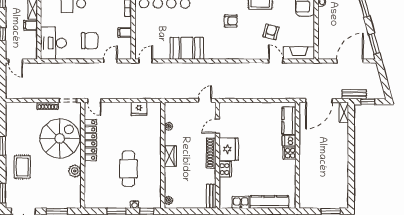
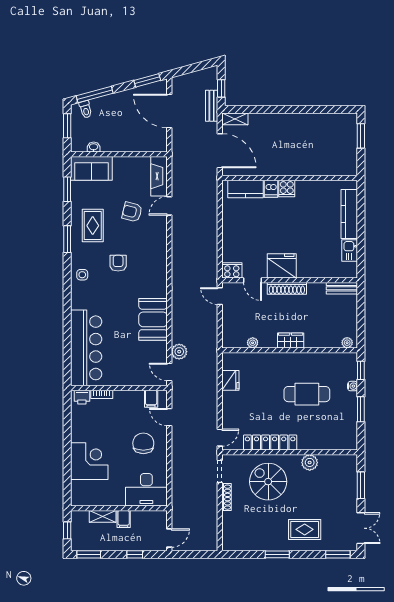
filing cabinet: (125, 32) -> (151, 399), moved
plant: (162, 69) -> (179, 352), added
spiral stairs: (60, 138) -> (268, 482), width x0.73, depth x0.73
cooker: (225, 169) -> (232, 270), moved

